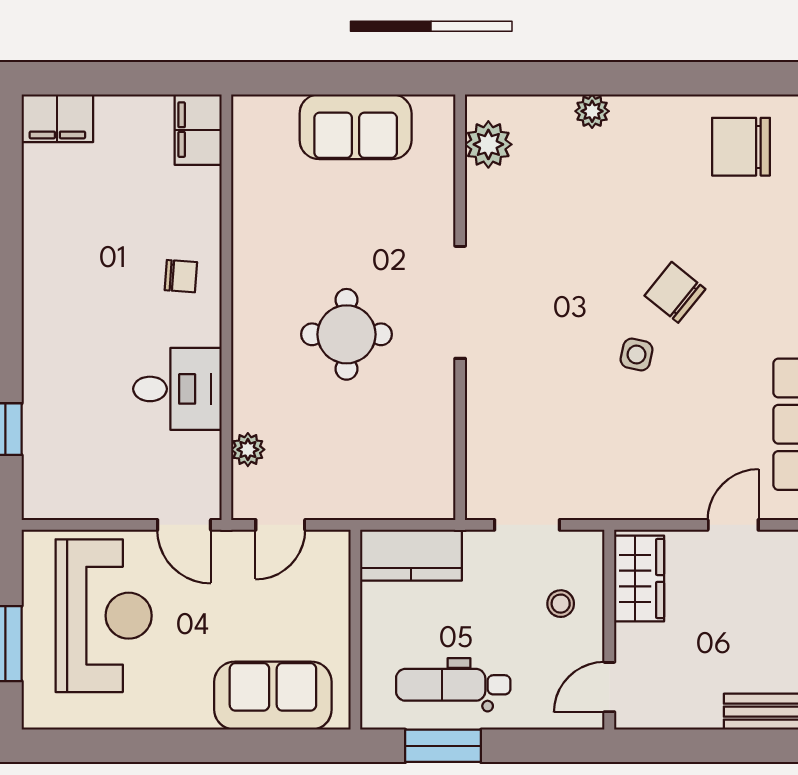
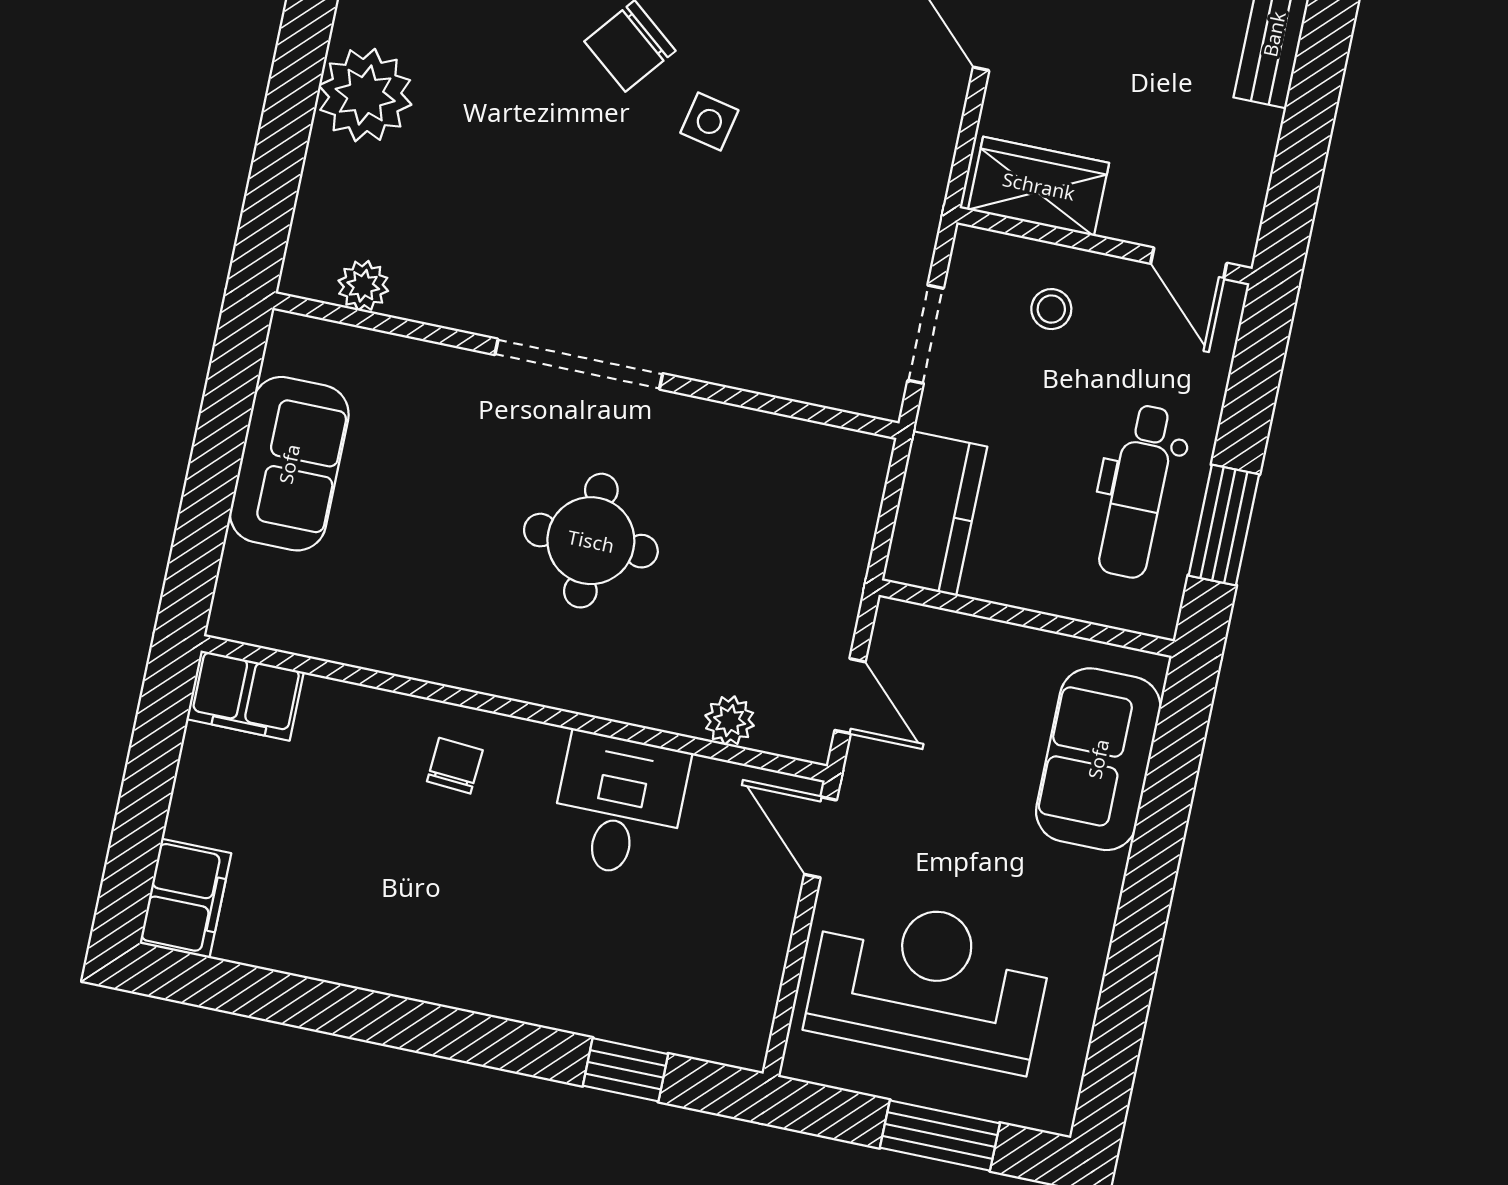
plant: (592, 111) -> (365, 95), width x1.88, depth x1.88
plant: (488, 144) -> (363, 286), width x0.73, depth x0.73
door: (184, 525) -> (821, 837), swing flipped

